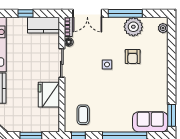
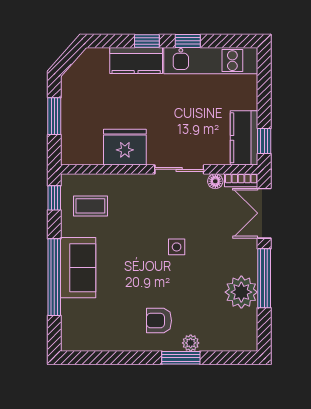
window: (26, 13) -> (264, 141), moved
plant: (163, 28) -> (191, 343), moved
armchair: (133, 56) -> (159, 321), moved
window: (172, 115) -> (181, 358), moved
sofa: (150, 122) -> (78, 268), moved

